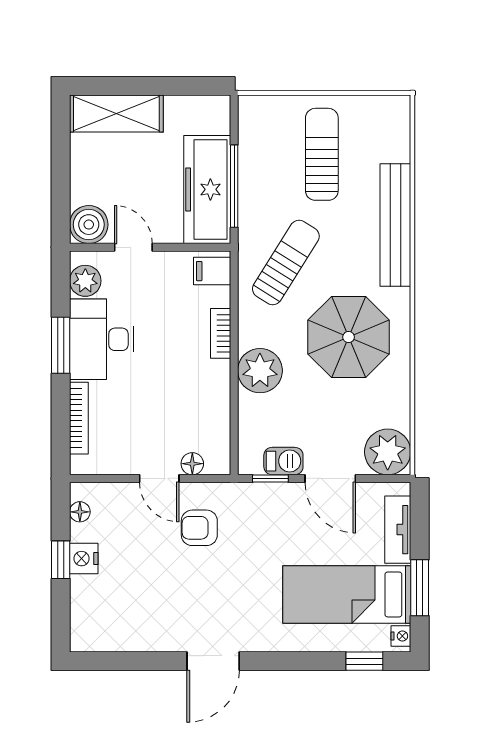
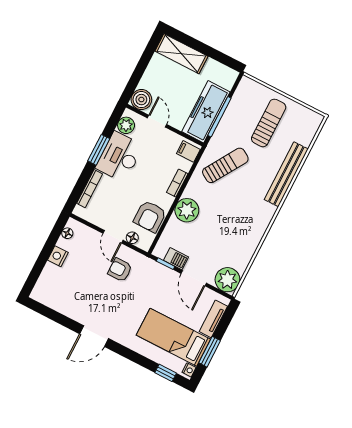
parasol: (349, 337) -> (237, 216), removed
armchair: (204, 413) -> (150, 216), added
window: (61, 560) -> (47, 251), removed

